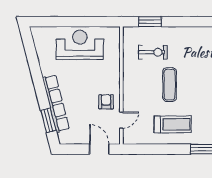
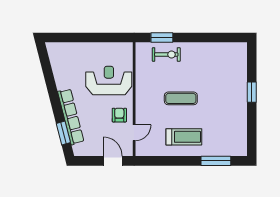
reception desk: (80, 45) -> (109, 81), moved
exercise bike: (153, 52) -> (166, 54), moved
exercise mat: (170, 85) -> (181, 98), turned 90

